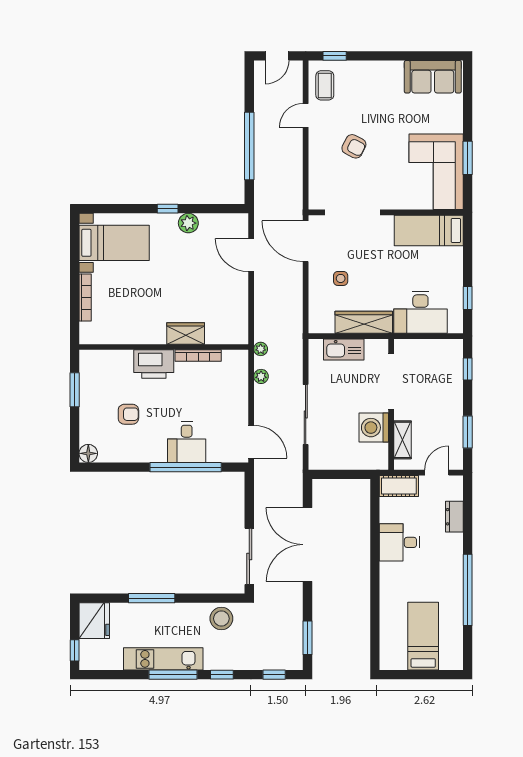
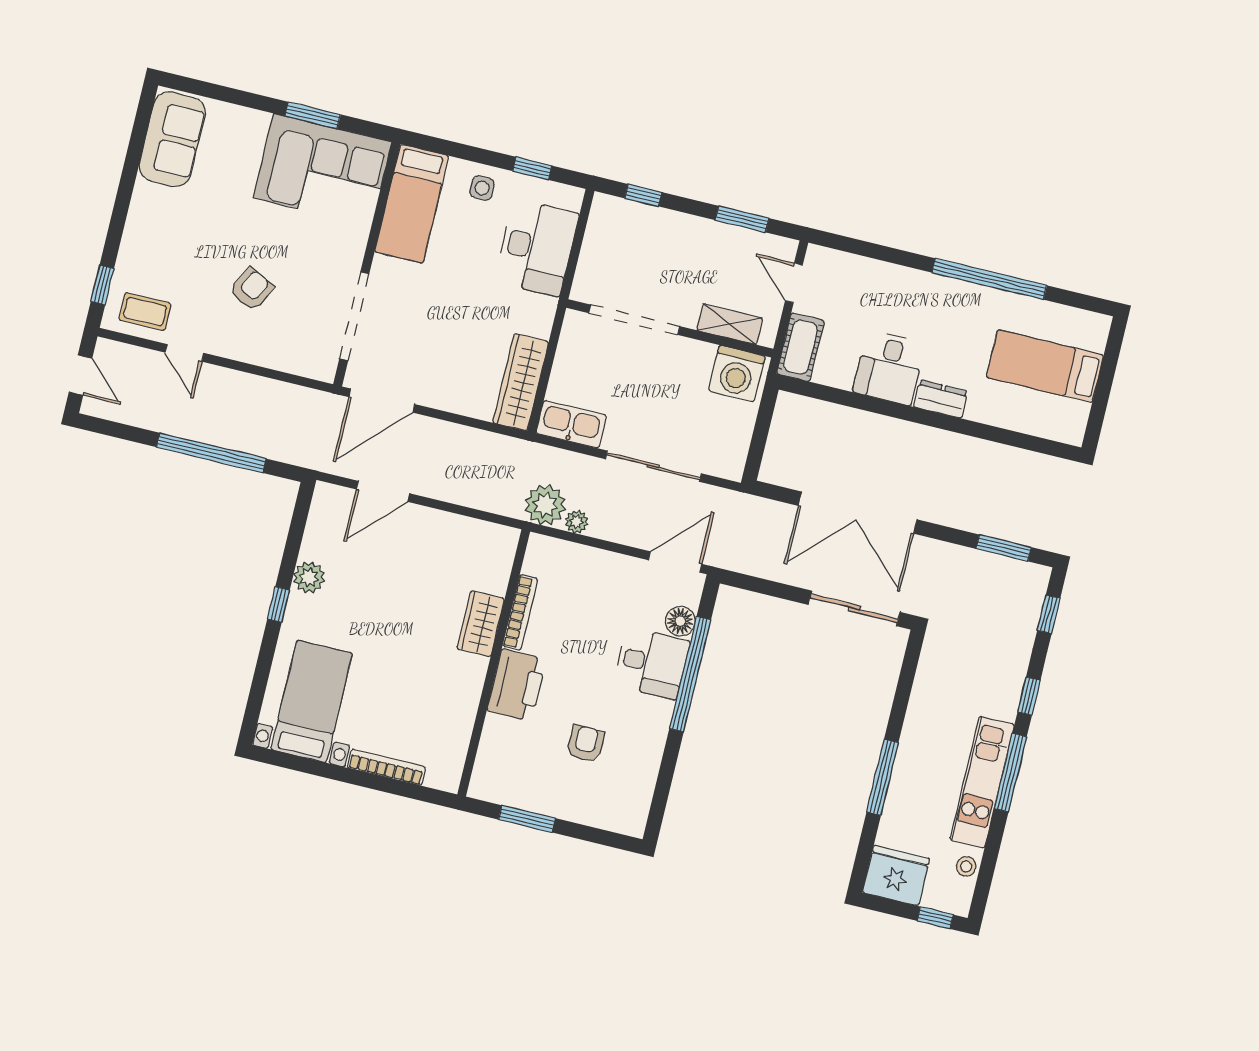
side table: (341, 278) -> (482, 188), moved
wardrobe: (364, 322) -> (521, 382), moved
plant: (261, 349) -> (545, 505), width x1.87, depth x1.87
kitchen sink: (344, 349) -> (571, 424), moved, turned -90
washing machine: (374, 428) -> (737, 373), moved
floor lamp: (88, 453) -> (680, 621), moved
dresser: (454, 517) -> (941, 399), moved, turned 180
stool: (221, 619) -> (966, 866), moved, width x0.53, depth x0.53

